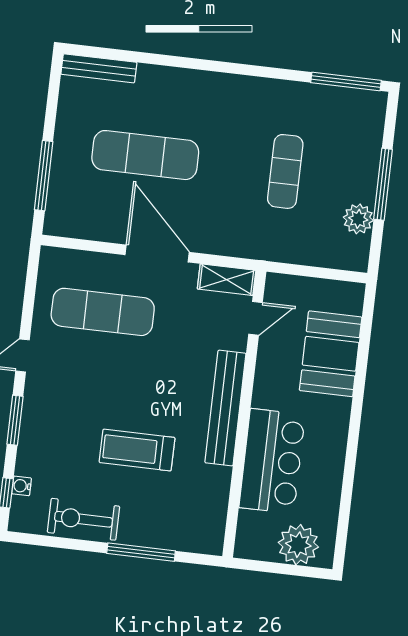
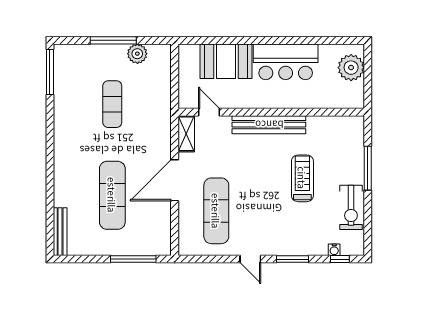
exercise mat: (285, 171) -> (112, 104), turned 90
treadmill: (137, 450) -> (302, 178), turned 180
bar counter: (272, 461) -> (286, 62), moved, turned 180

